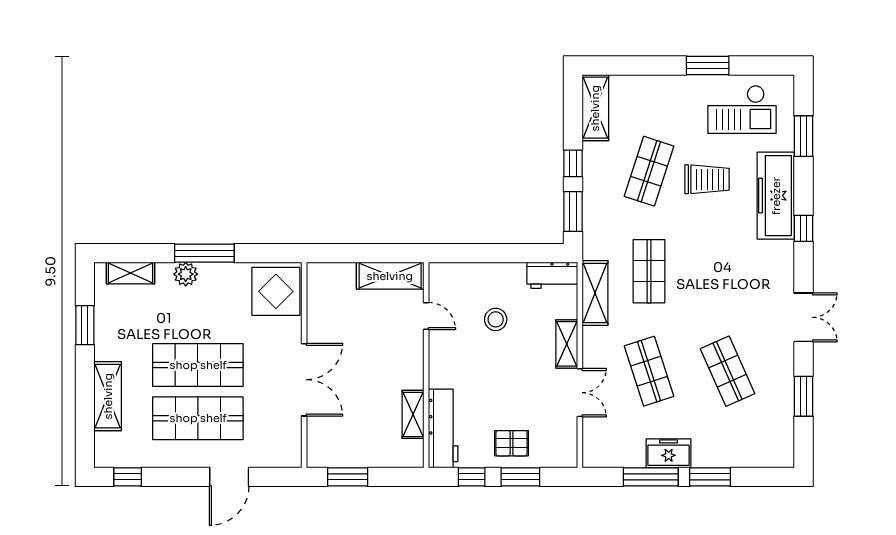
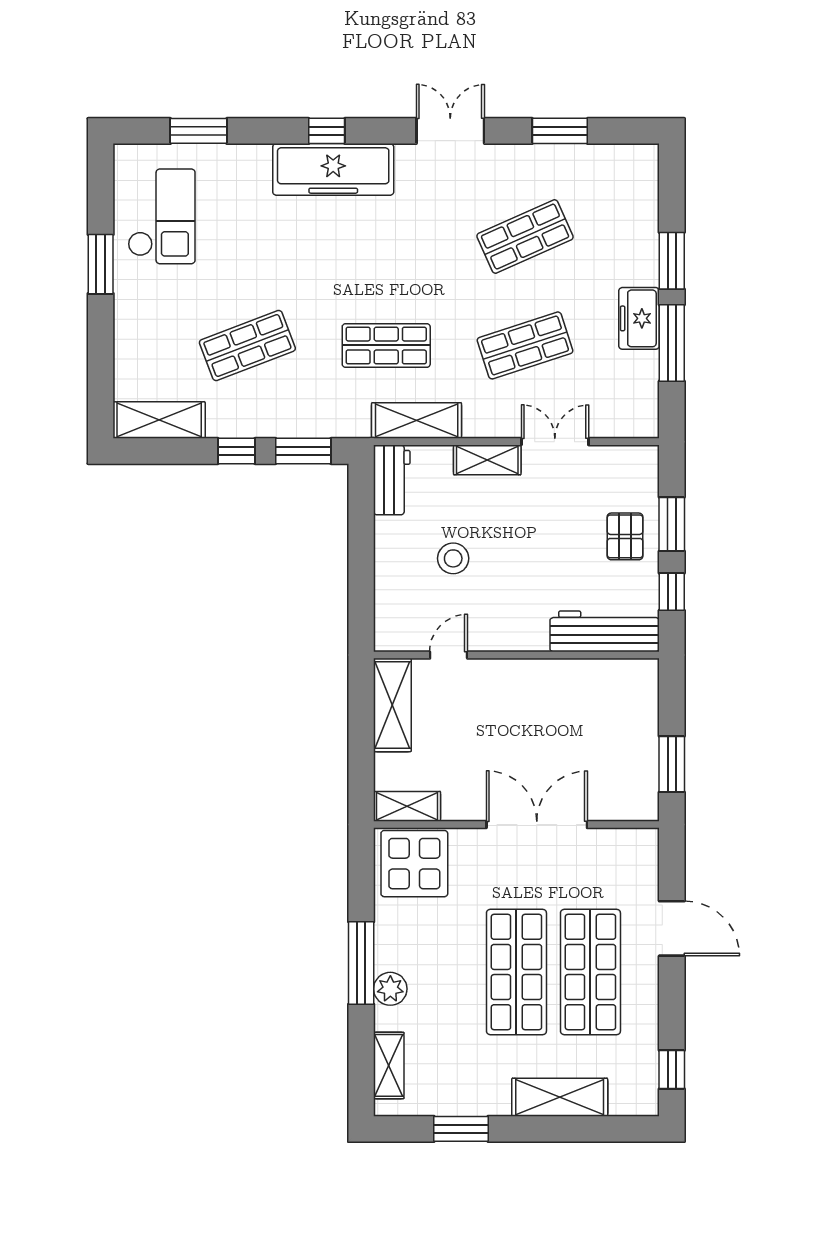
shop shelf: (649, 171) -> (247, 345), turned -39
trolley: (707, 179) -> (258, 265), removed
freezer: (776, 196) -> (333, 169), moved
shelving: (413, 414) -> (407, 806), moved

